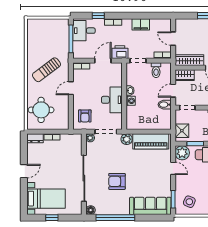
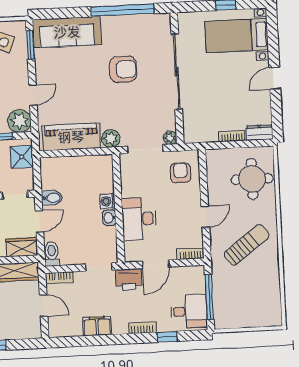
toilet: (156, 70) -> (52, 254), moved
desk: (112, 100) -> (139, 219), moved
door: (173, 168) -> (33, 95), swing flipped
floor lamp: (91, 210) -> (163, 20), removed

